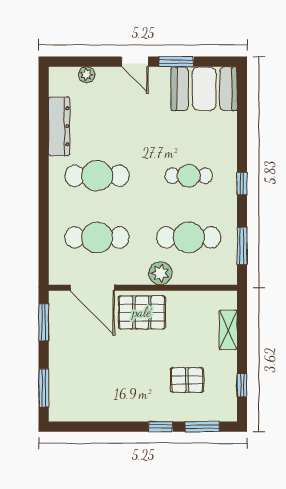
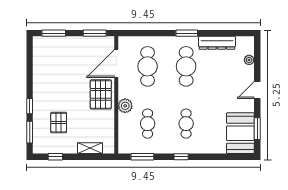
window: (176, 62) -> (257, 129), moved
window: (44, 174) -> (187, 33), added
cafe table: (189, 237) -> (148, 124), width x0.73, depth x0.74

